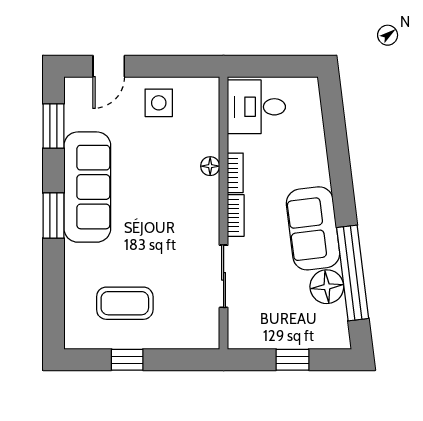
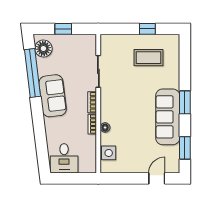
side table: (159, 103) -> (109, 153), moved
desk: (256, 107) -> (64, 158), moved, turned 90
floor lamp: (327, 287) -> (43, 48), moved

